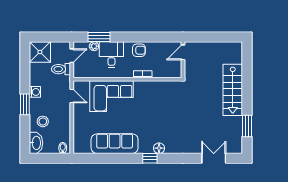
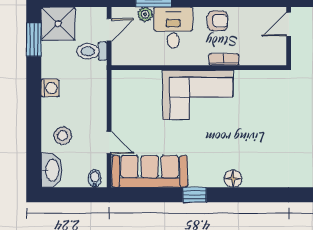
door: (72, 96) -> (109, 142), moved
corner sofa: (112, 96) -> (198, 95), moved
window: (25, 104) -> (34, 40), moved
sofa: (115, 144) -> (150, 171), moved
floor lamp: (159, 148) -> (233, 179), moved
window: (150, 158) -> (194, 195), moved

